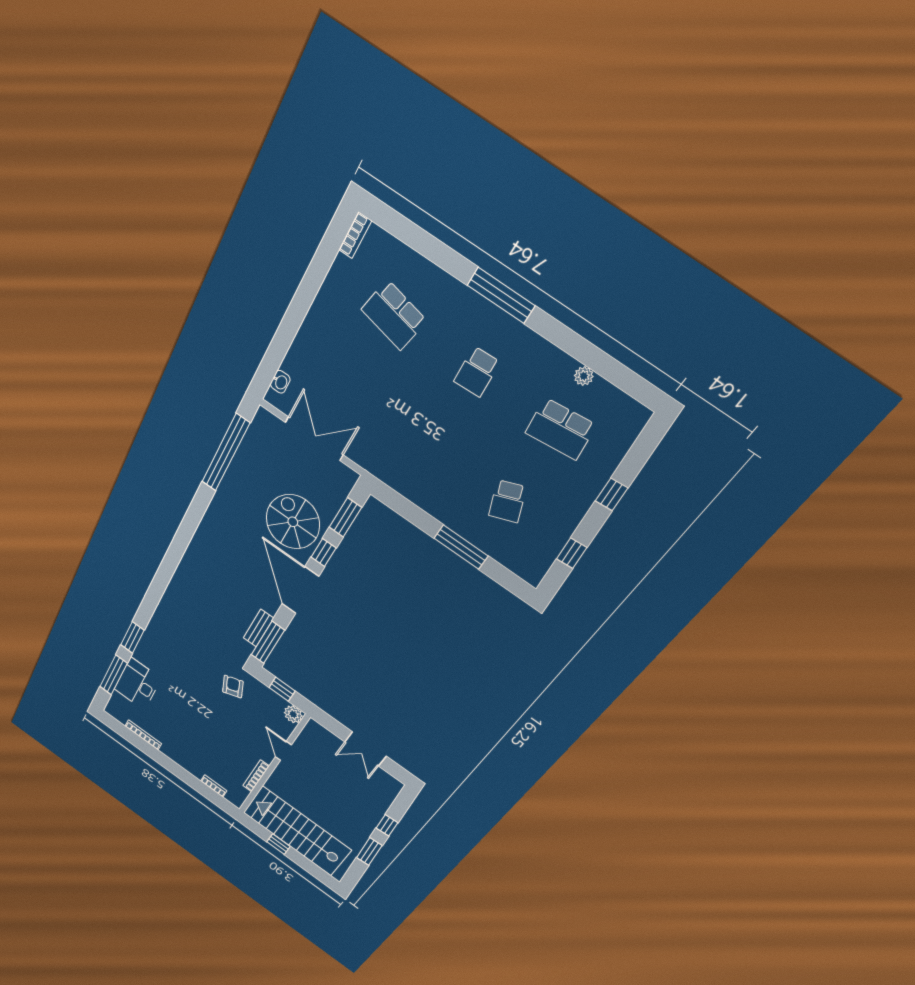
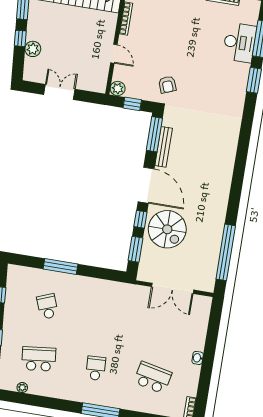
plant: (584, 376) -> (22, 387), moved
washbasin: (280, 382) -> (198, 358), moved
bench: (258, 628) -> (164, 147), width x1.36
plant: (377, 808) -> (33, 49), added

